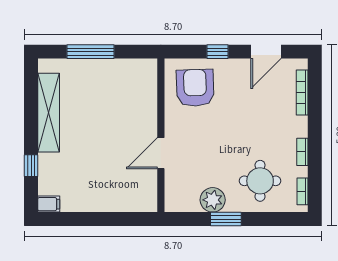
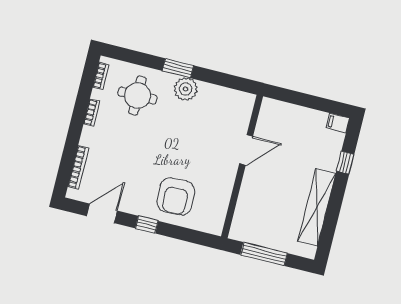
wall: (161, 135) -> (242, 166), moved
door: (161, 153) -> (246, 150), moved

